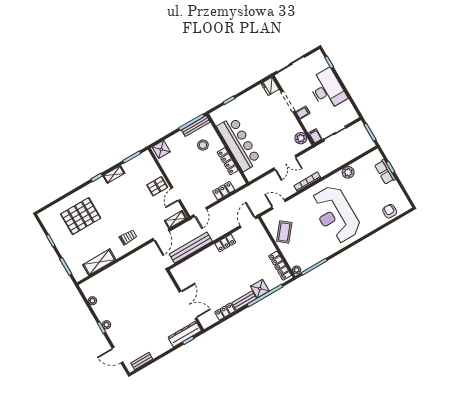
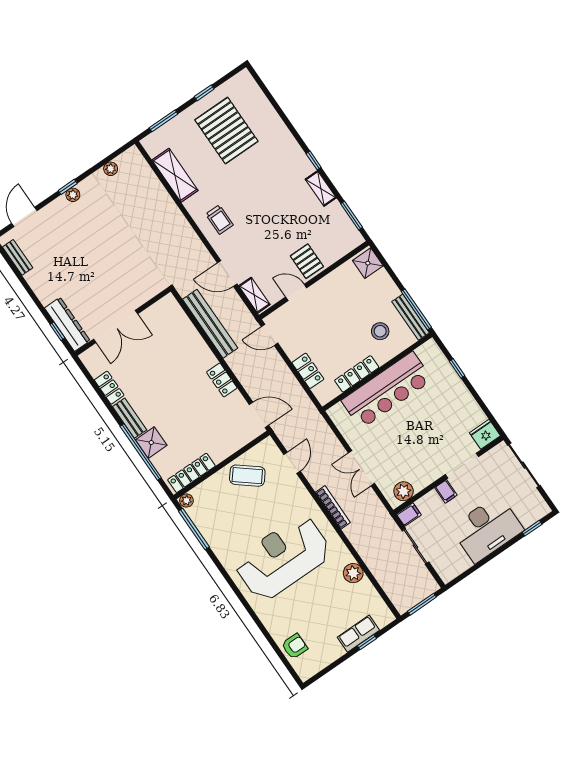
pallet: (81, 216) -> (226, 131), moved

